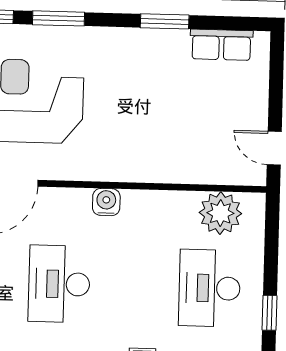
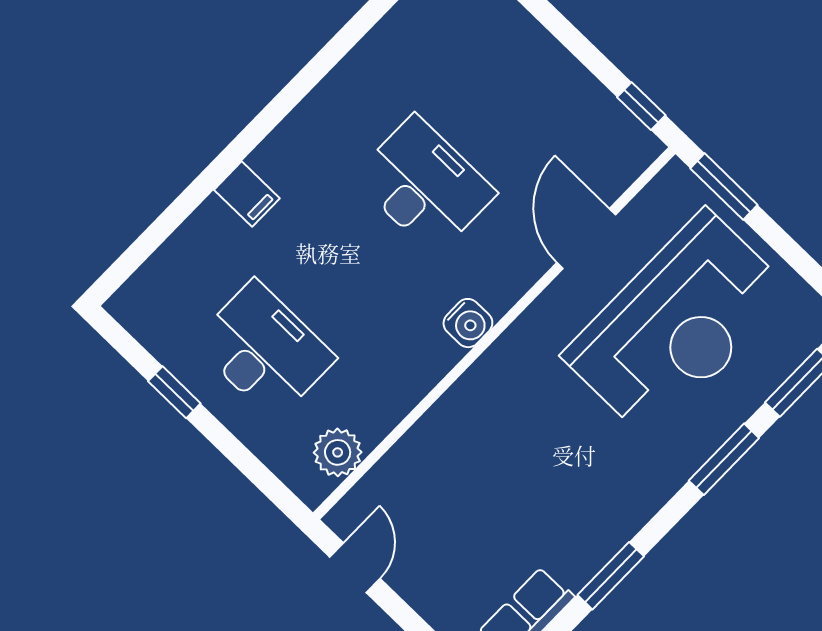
door: (274, 148) -> (355, 568), hinge flipped
plant: (220, 213) -> (338, 452), width x0.73, depth x0.73

